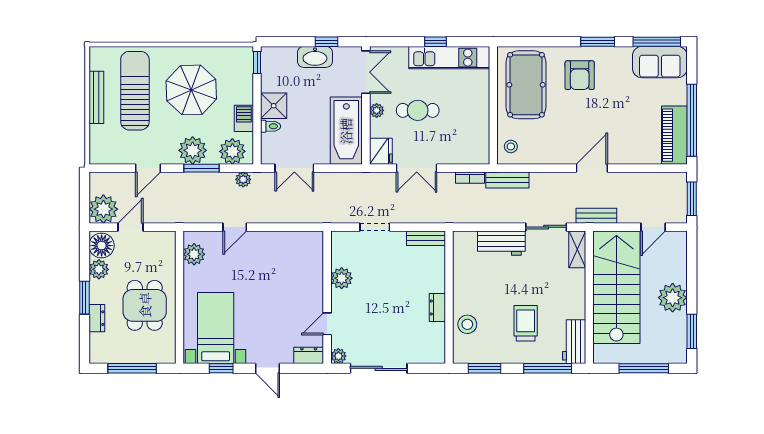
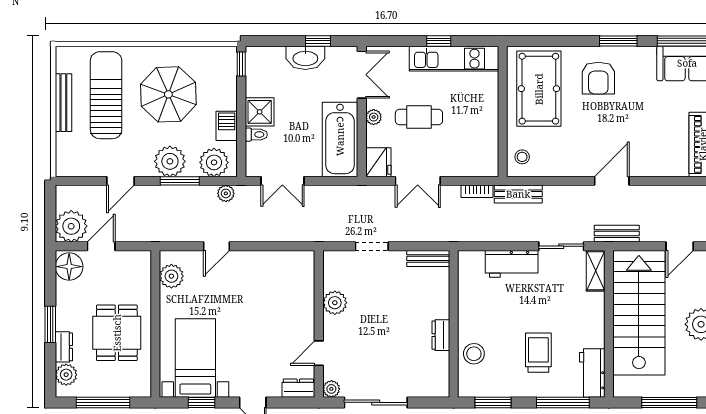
plant: (99, 269) -> (66, 375), moved

